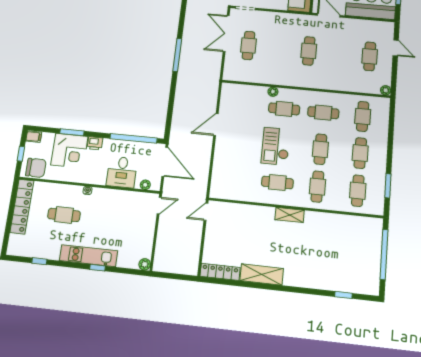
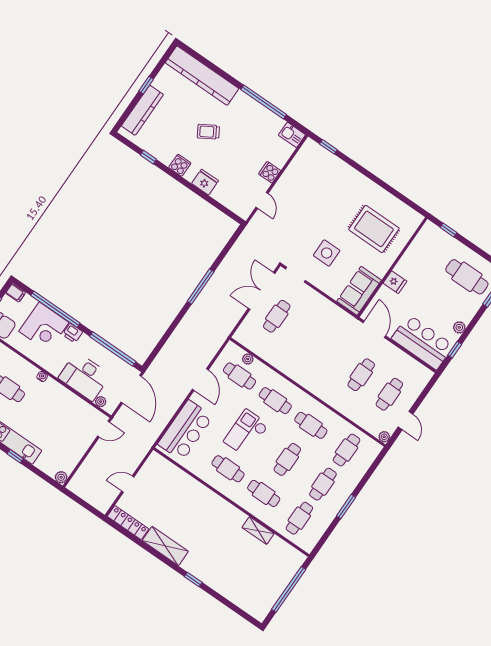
door: (396, 48) -> (406, 421), moved
cafe table: (309, 51) -> (361, 375), moved
plant: (273, 92) -> (248, 359), moved
cafe table: (245, 105) -> (240, 376), added
door: (216, 125) -> (200, 379), swing flipped
window: (72, 132) -> (55, 309), width x2.11
bar counter: (226, 171) -> (185, 430), added
desk: (122, 172) -> (84, 377), width x1.37
window: (388, 186) -> (346, 506), moved
cafe table: (317, 187) -> (264, 493), turned 90
door: (206, 212) -> (128, 484), moved
shelving: (289, 215) -> (258, 531), moved
window: (343, 295) -> (193, 579), moved

